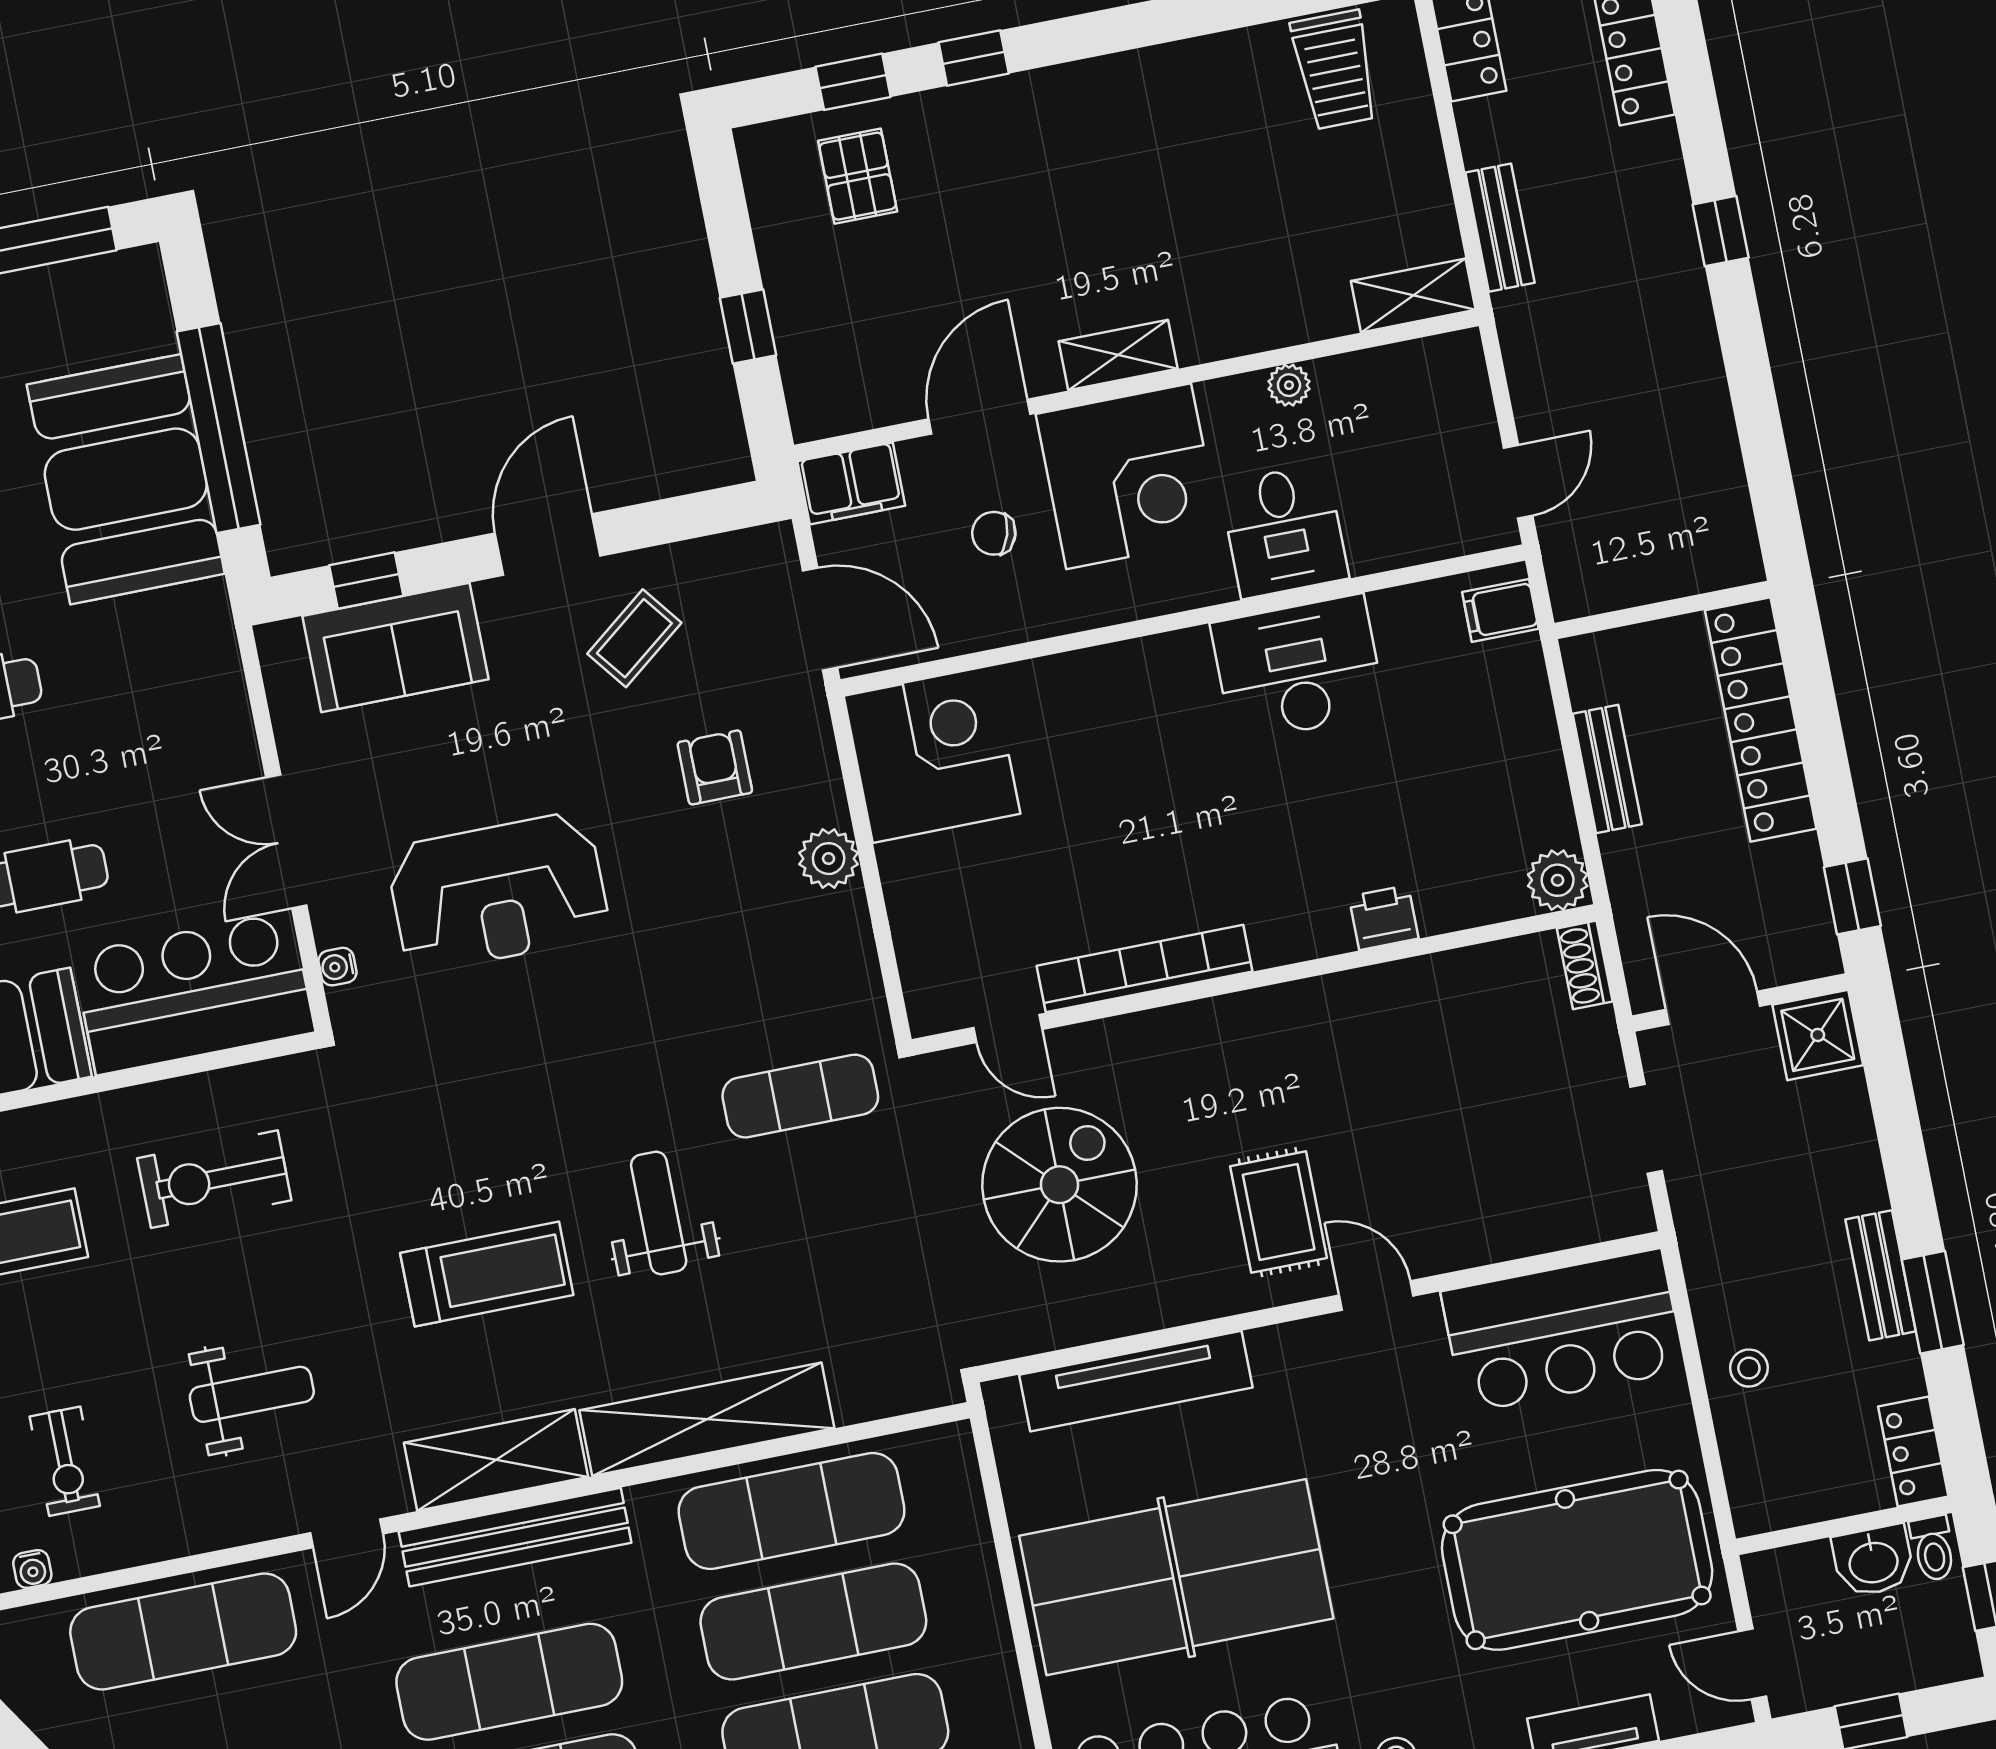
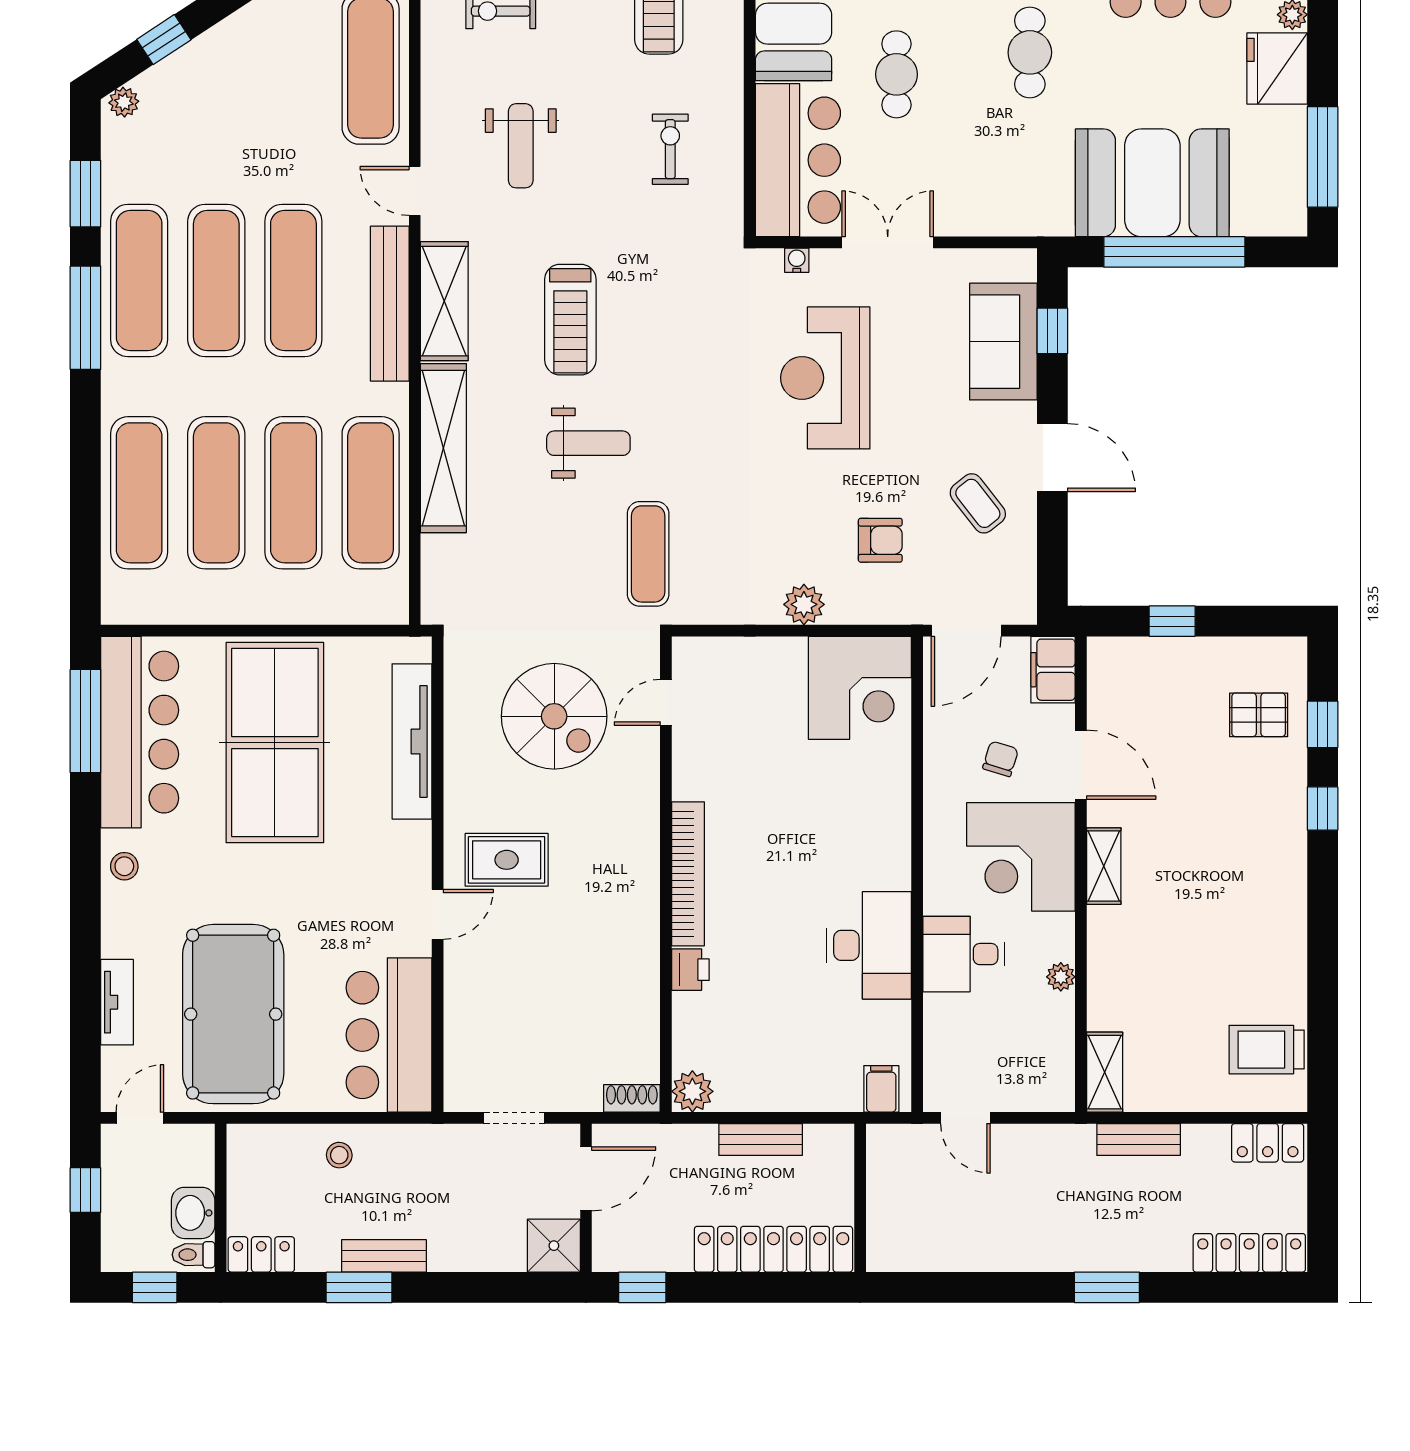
window: (1721, 231) -> (1107, 1287), width x1.50
bookcase: (1144, 969) -> (688, 874), moved
exercise bike: (214, 1179) -> (670, 149), width x0.73, depth x0.72

